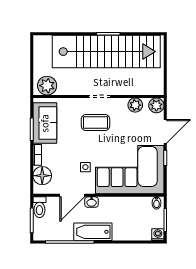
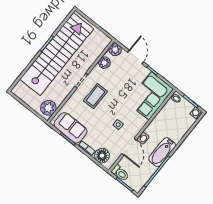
corner sofa: (130, 170) -> (150, 96), width x0.73, depth x0.74

